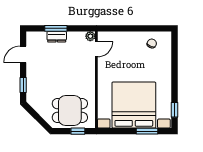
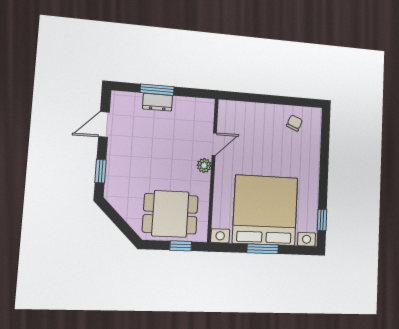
plant: (90, 36) -> (204, 165), moved
door: (96, 49) -> (214, 144), moved
window: (147, 131) -> (263, 249), moved

